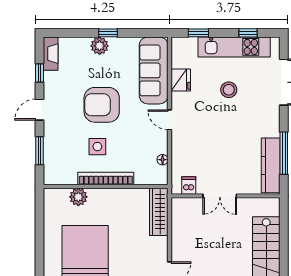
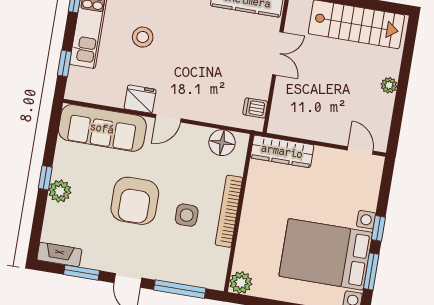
window: (40, 73) -> (82, 273), width x1.50
fridge: (181, 80) -> (140, 99), moved
window: (40, 151) -> (180, 289), width x1.44
floor lamp: (163, 160) -> (222, 143), width x1.89, depth x1.89
double door: (220, 196) -> (278, 53), moved
plant: (78, 197) -> (241, 283), moved

